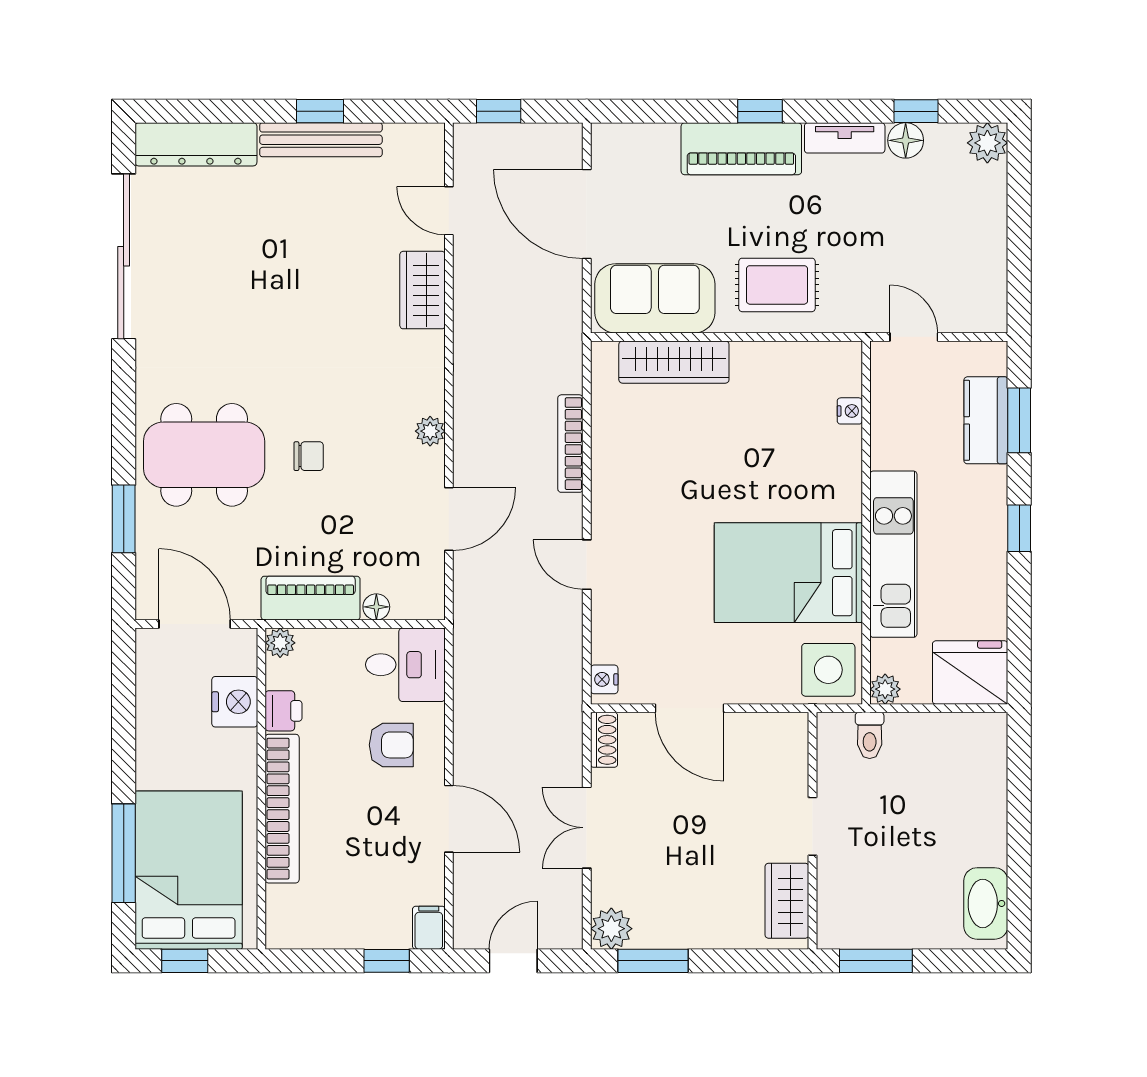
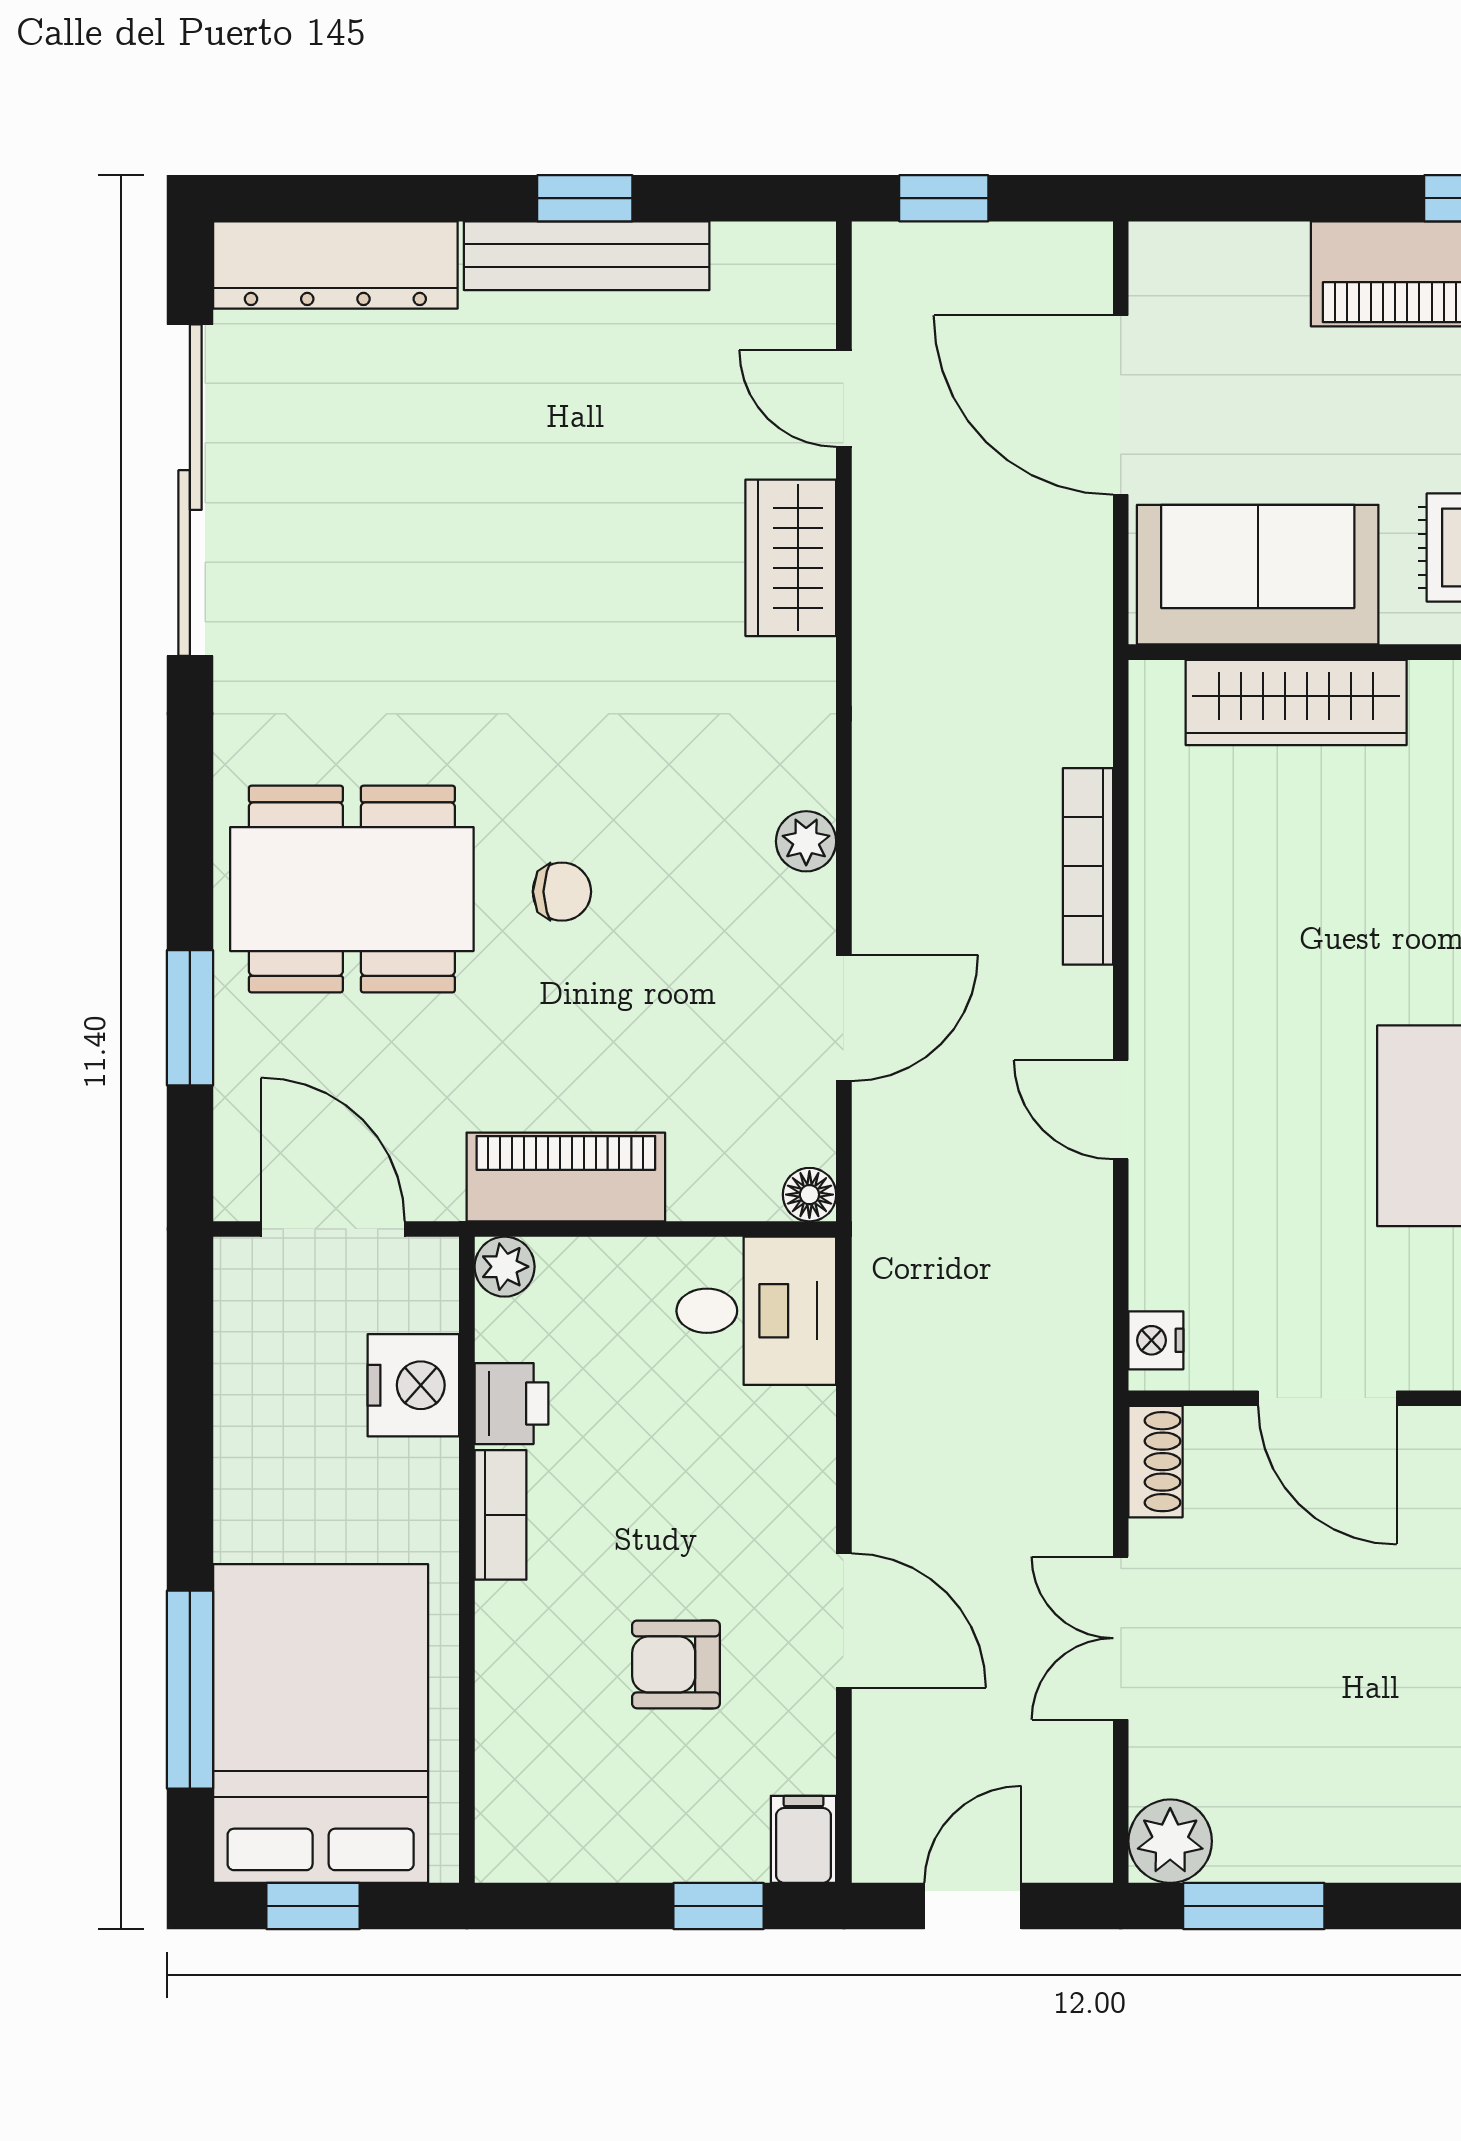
floor lamp: (376, 607) -> (809, 1195), moved
armchair: (391, 745) -> (676, 1664), moved, turned 180
bookcase: (282, 809) -> (501, 1515), width x0.43, depth x0.76

